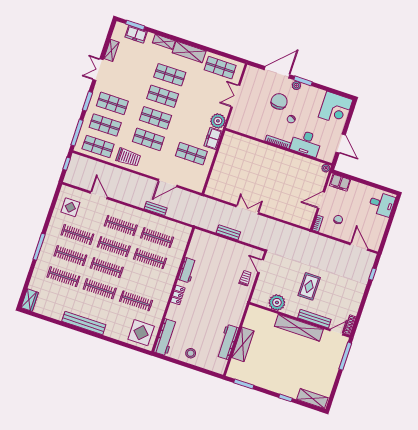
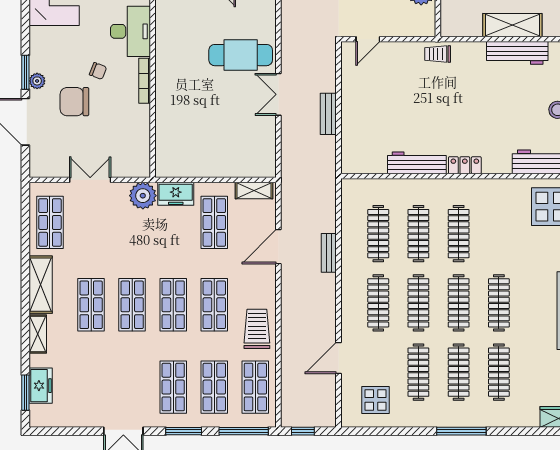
shelving: (111, 50) -> (254, 191), moved
double door: (235, 96) -> (90, 180), swing flipped
door: (168, 183) -> (278, 247), swing flipped
cafe table: (275, 197) -> (241, 55), added
workbench: (187, 270) -> (417, 163), width x1.38
trolley: (245, 278) -> (438, 54), moved
clothes rail: (136, 301) -> (459, 234), moved

